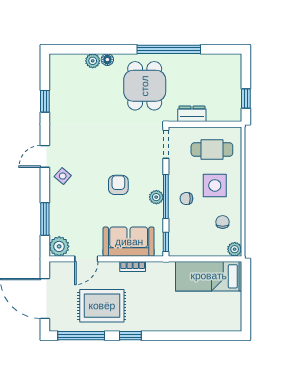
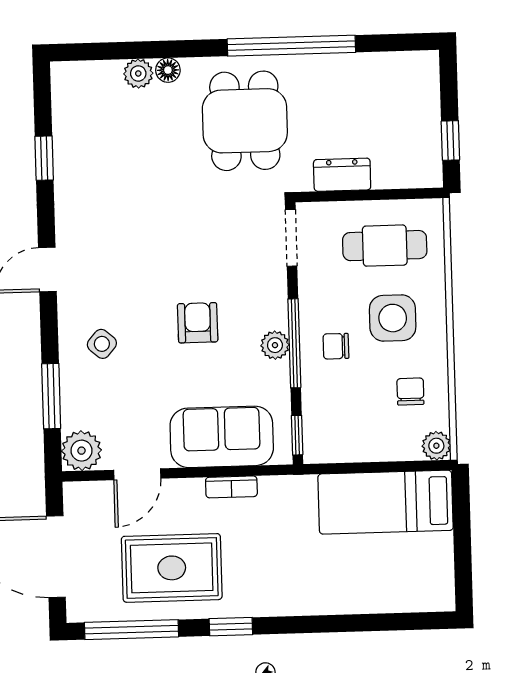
side table: (63, 176) -> (102, 344), moved

